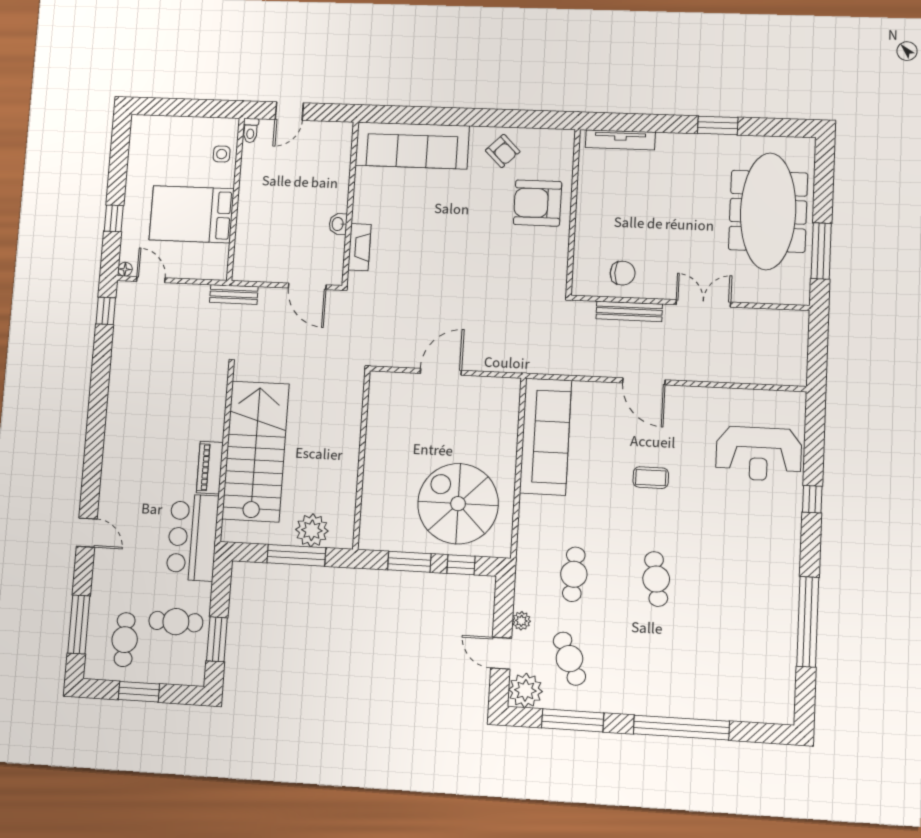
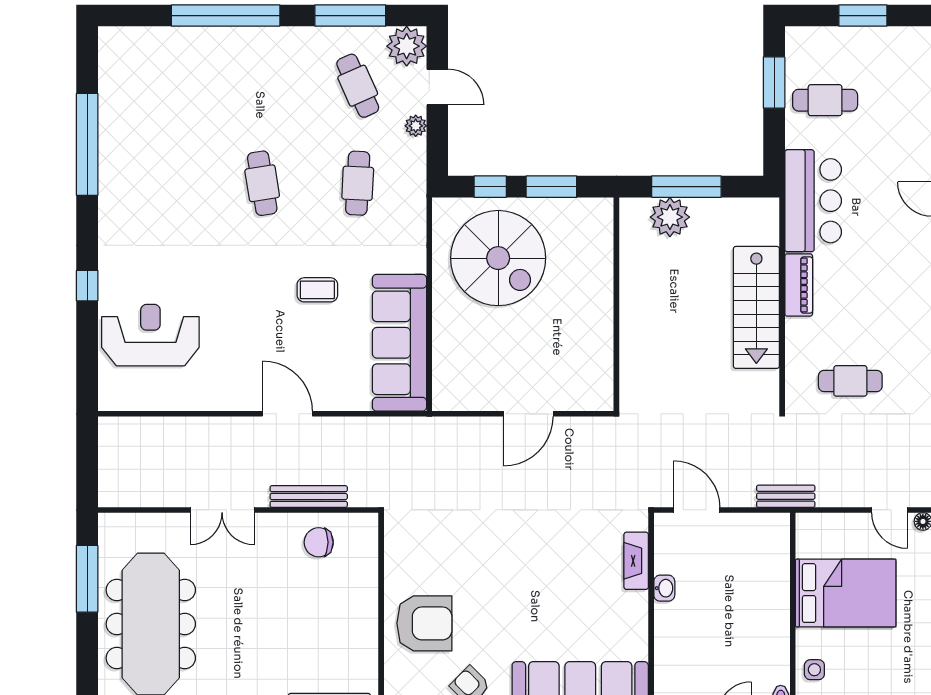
stairs: (255, 451) -> (756, 307), width x0.73, depth x0.66
coffee table: (651, 478) -> (317, 290), moved
cafe table: (125, 640) -> (850, 381), moved, turned 90

